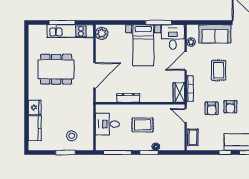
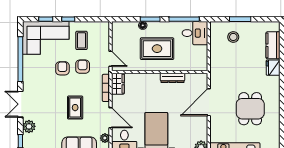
door: (186, 61) -> (111, 118), hinge flipped
dining table: (56, 69) -> (250, 109), width x0.73
desk: (107, 124) -> (195, 33), moved
rug: (143, 125) -> (157, 49), width x1.36, depth x1.43
coffee table: (193, 137) -> (81, 40), moved

